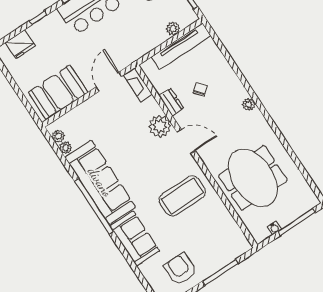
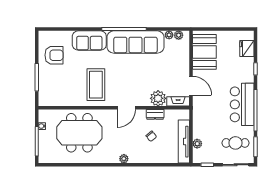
plant: (160, 126) -> (158, 98), moved

